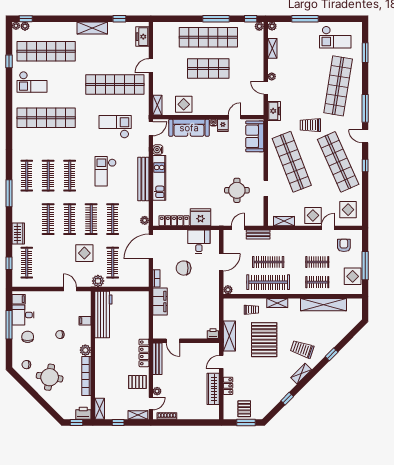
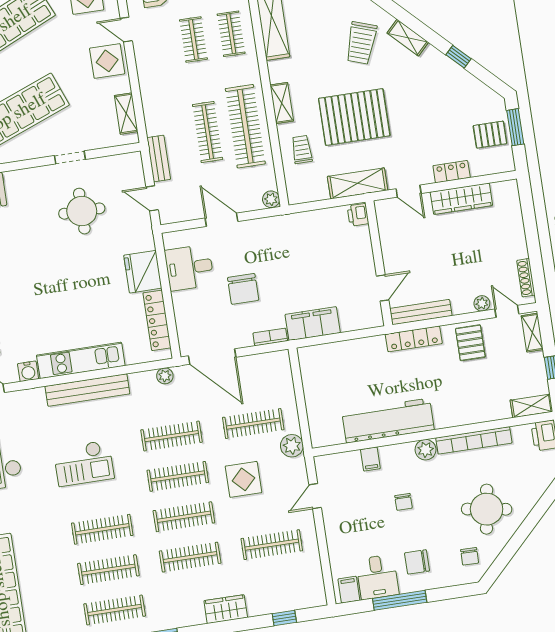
clothes rail: (27, 263) -> (272, 545), moved
workbench: (103, 314) -> (388, 421), moved

